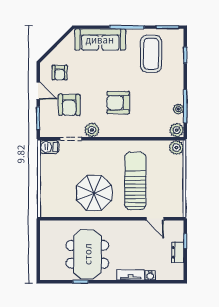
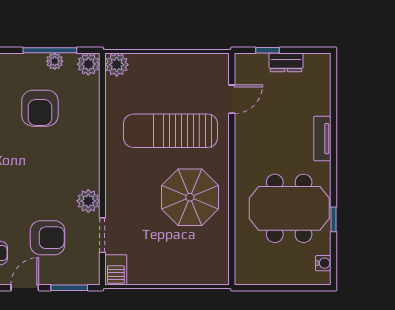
armchair: (118, 103) -> (40, 108), moved
water cooler: (150, 275) -> (323, 263), moved

